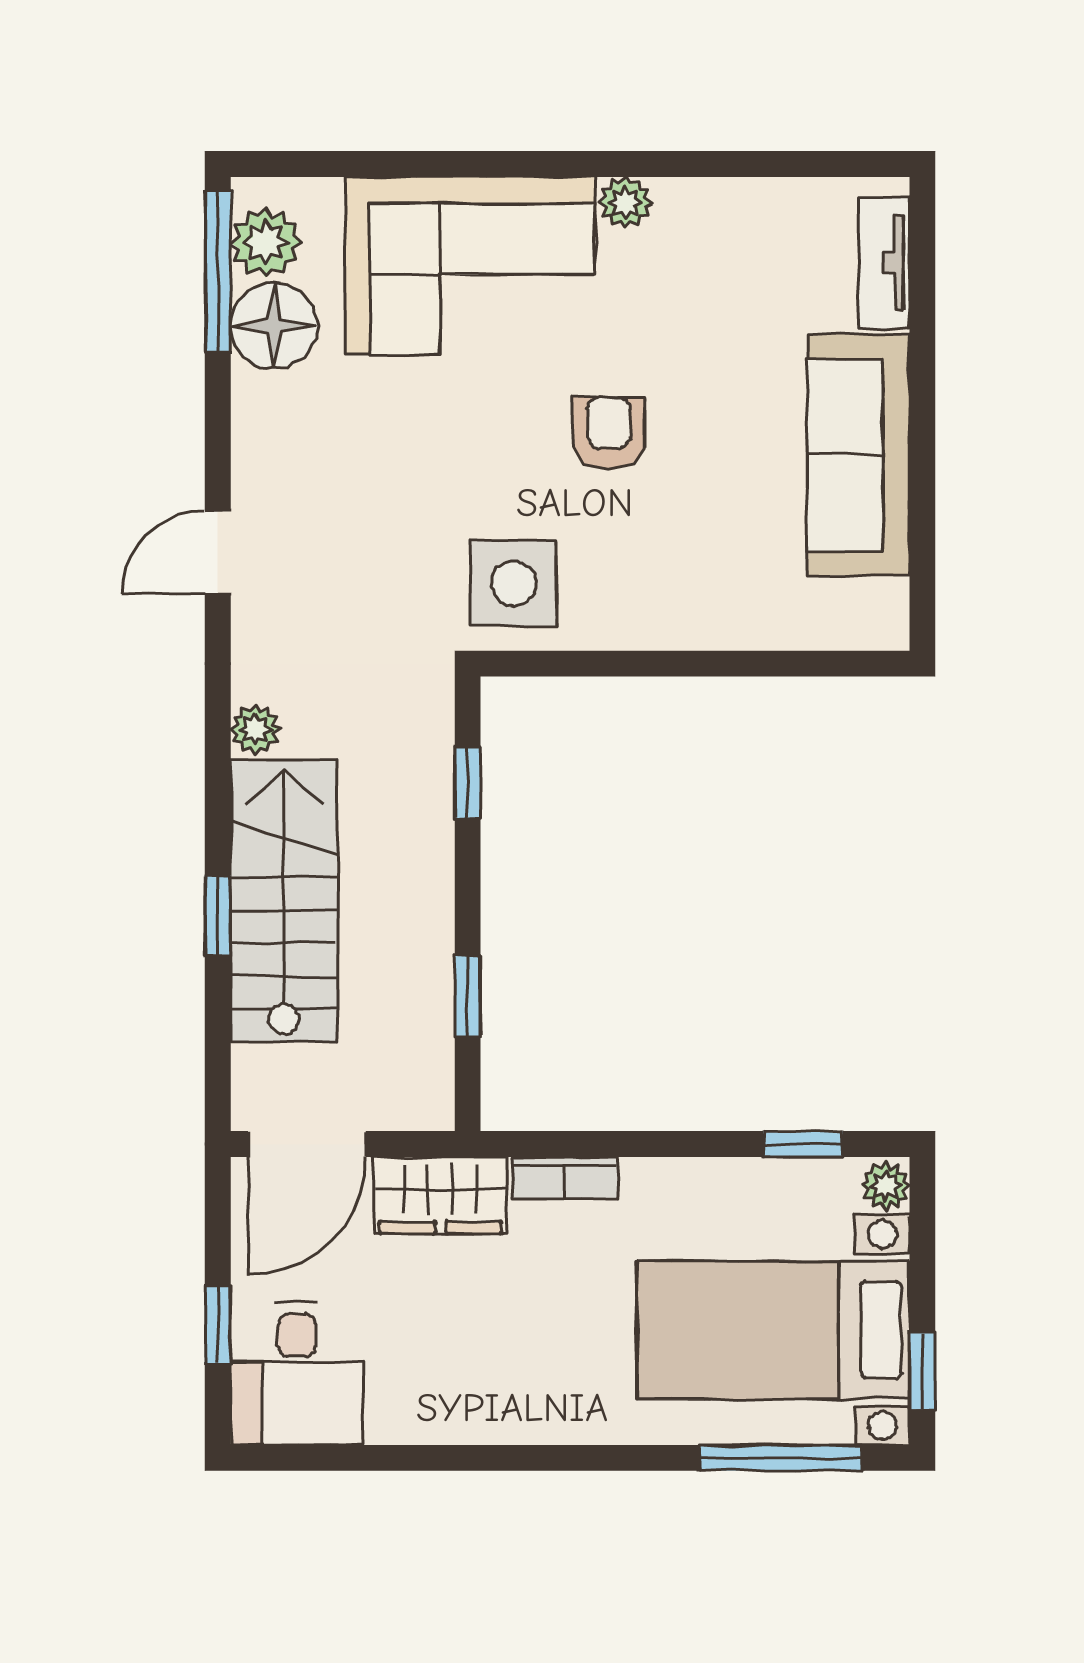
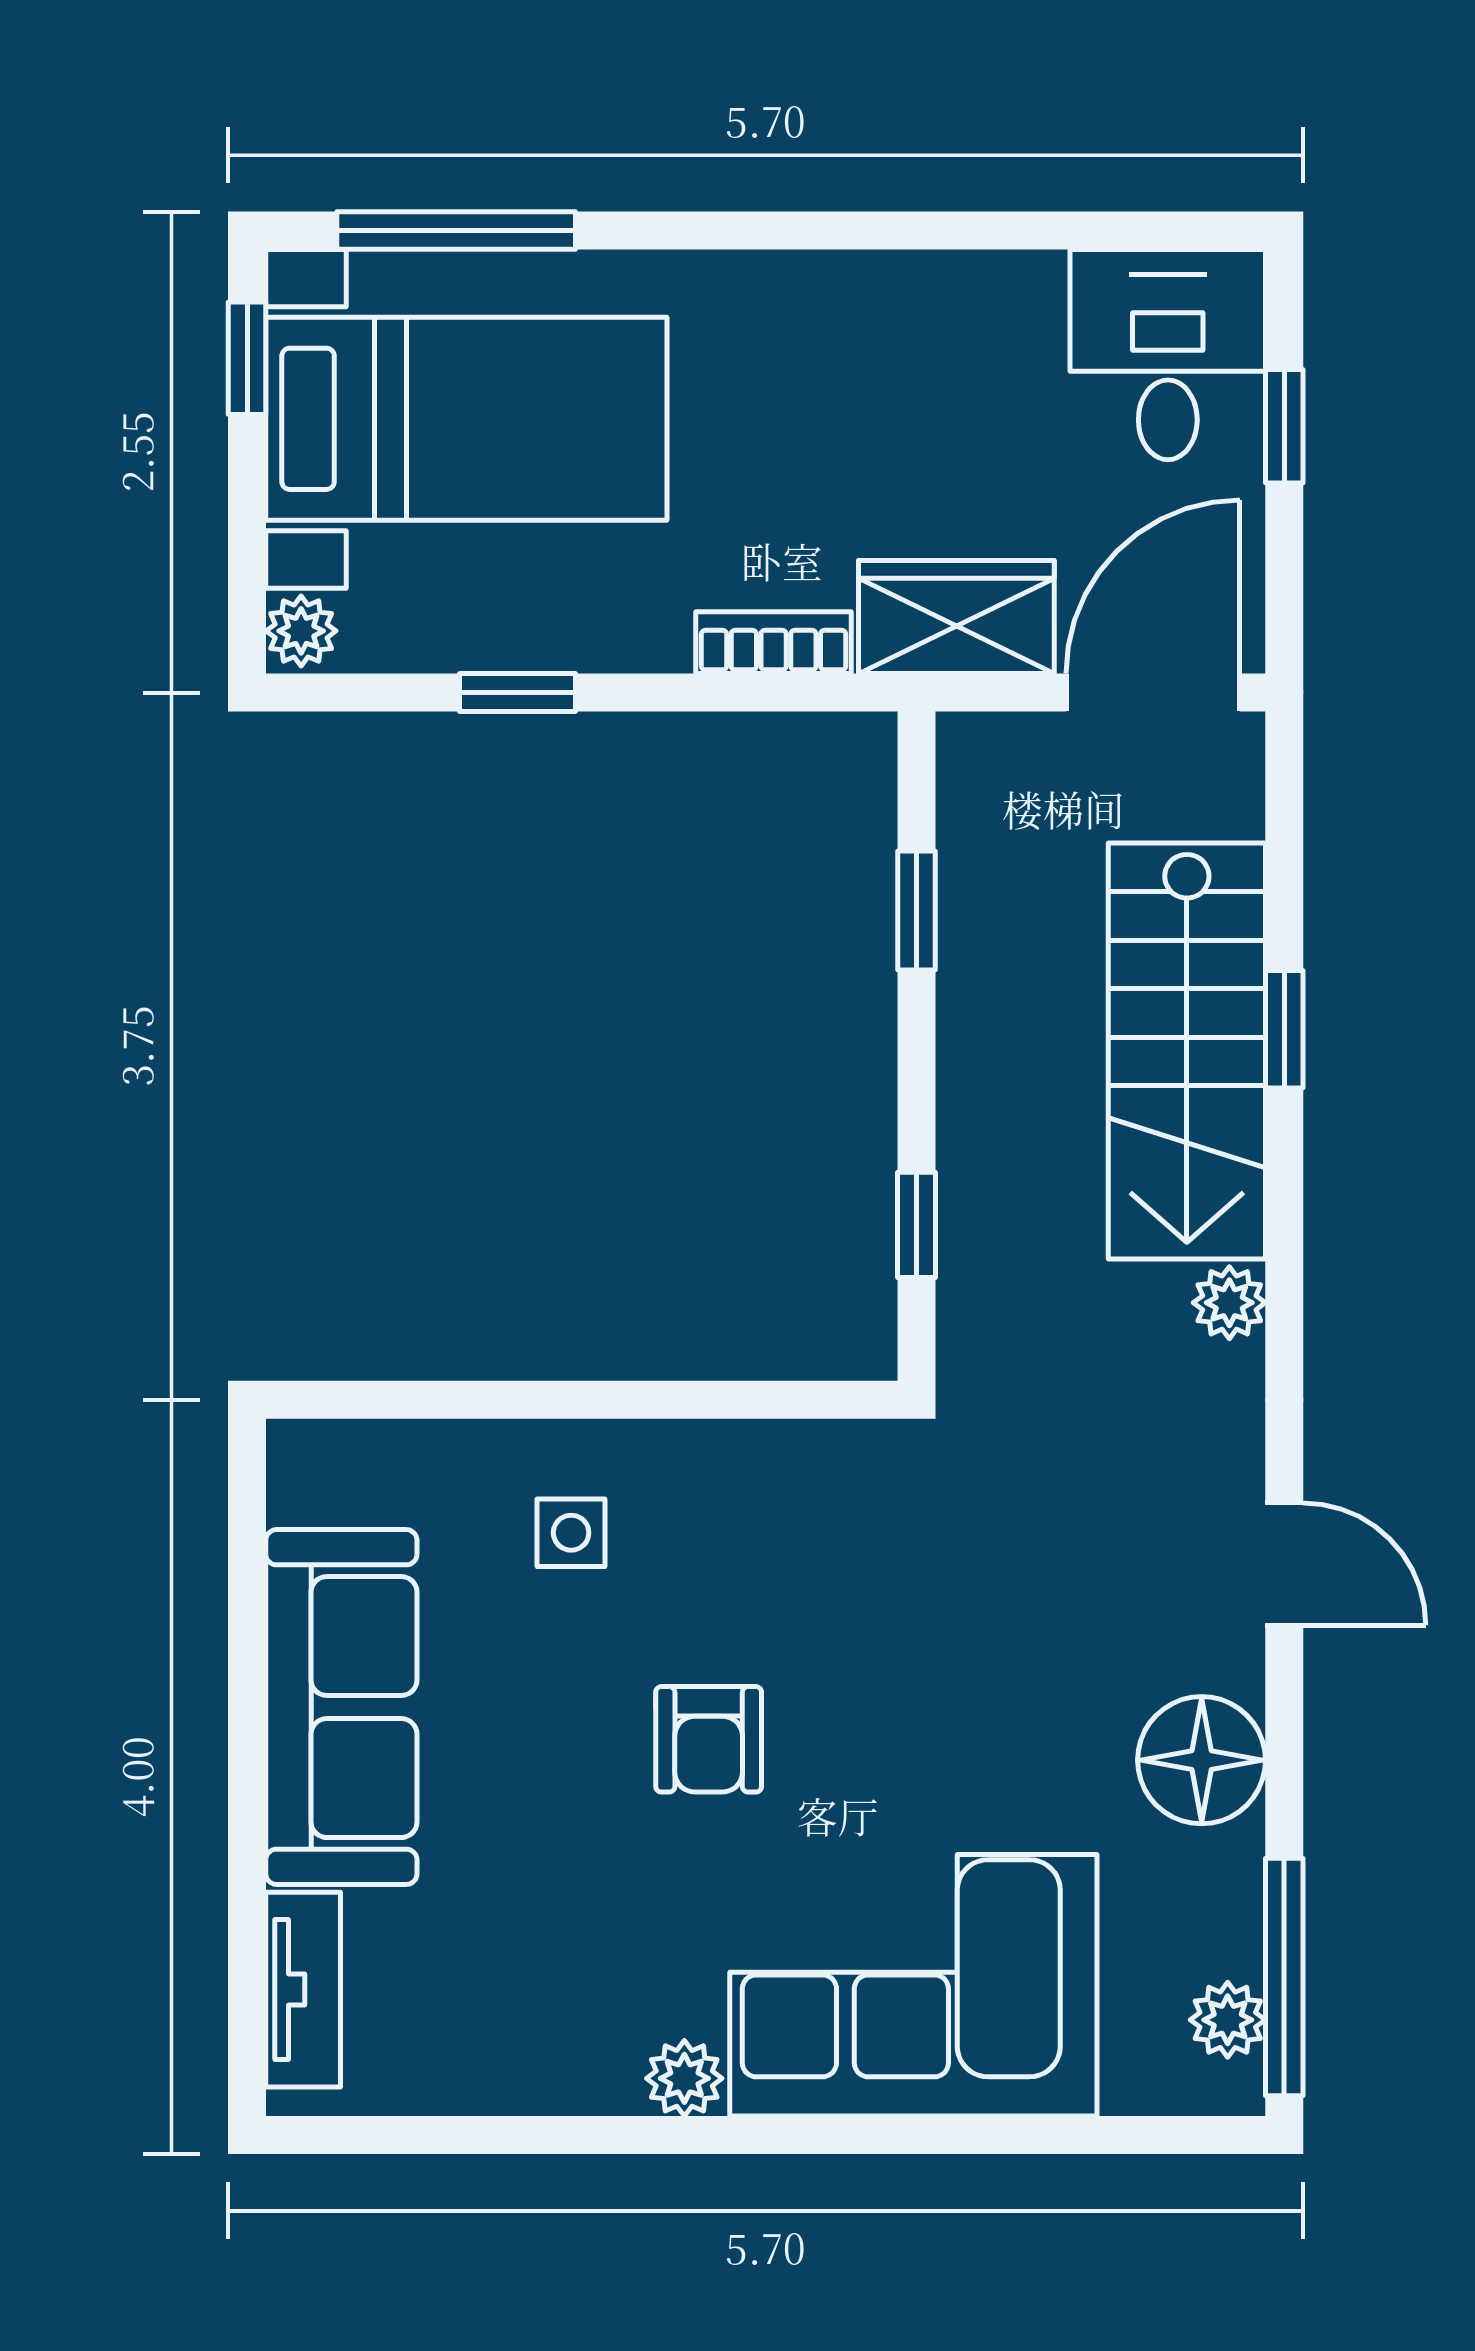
plant: (266, 242) -> (1228, 2020), width x0.73, depth x0.73
floor lamp: (274, 326) -> (1202, 1760), moved
door: (218, 552) -> (1284, 1564), hinge flipped
side table: (514, 583) -> (571, 1533), moved, width x0.54, depth x0.54
window: (803, 1144) -> (518, 693), moved

